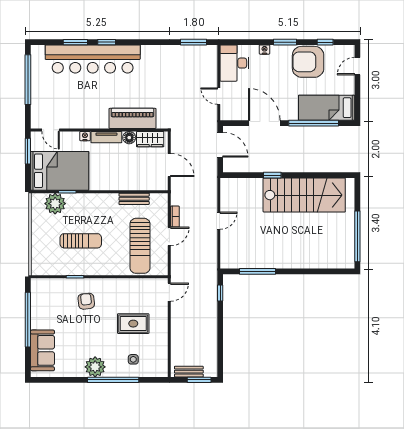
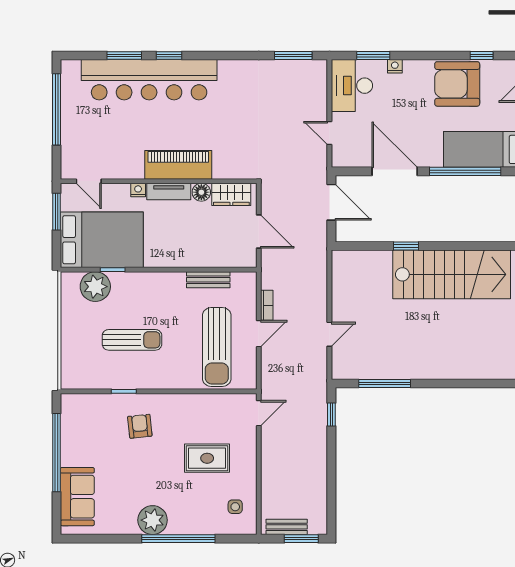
window: (285, 42) -> (373, 56), moved
piano: (133, 118) -> (178, 165), moved
door: (219, 221) -> (329, 334), moved
side table: (133, 359) -> (235, 507), moved

